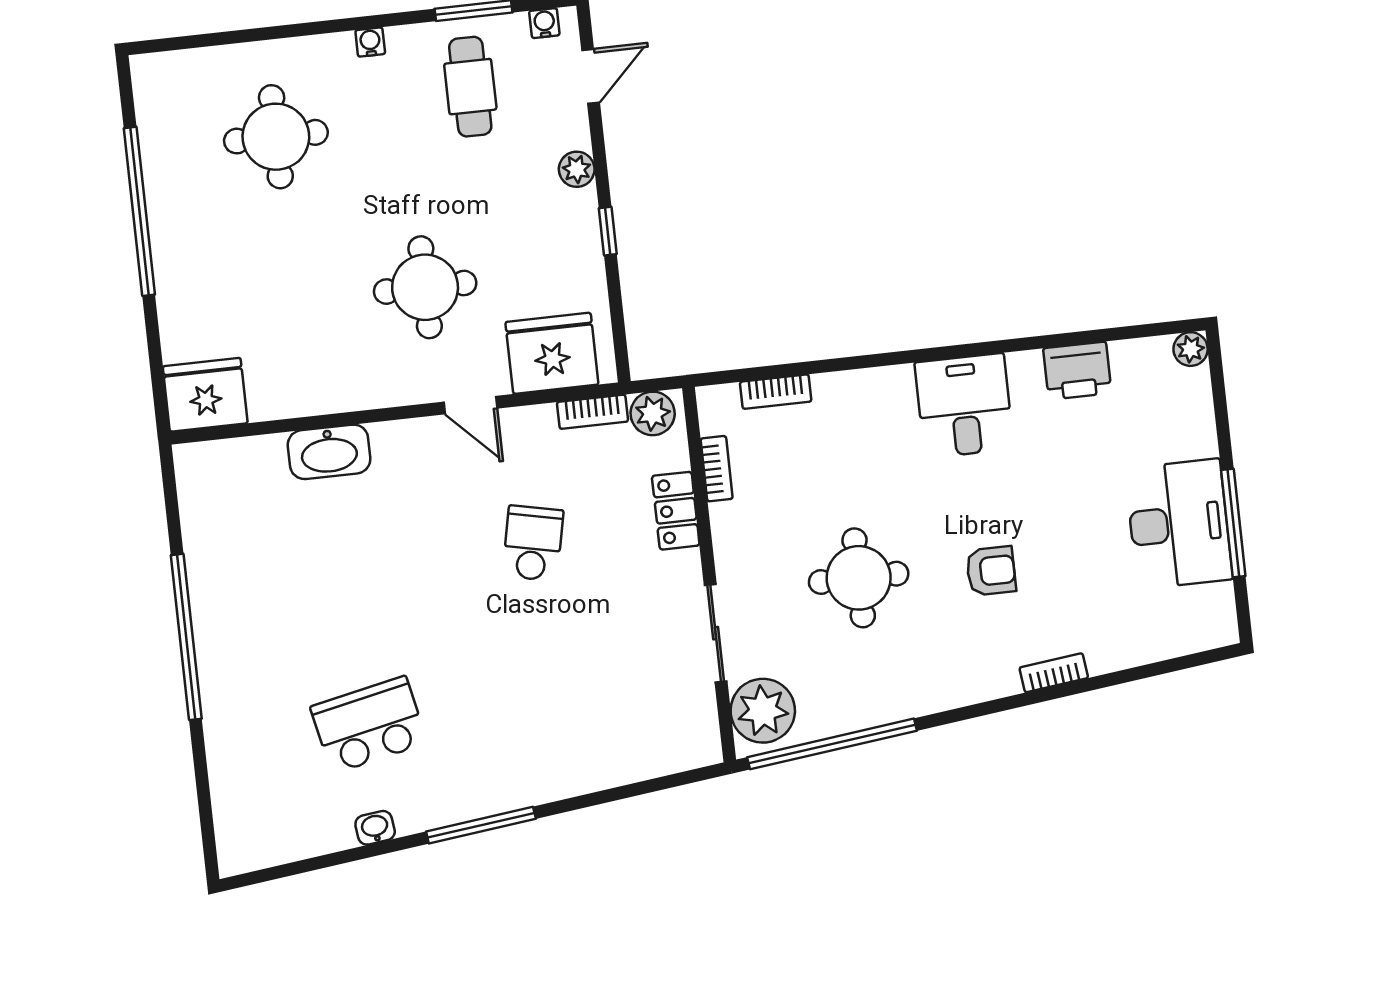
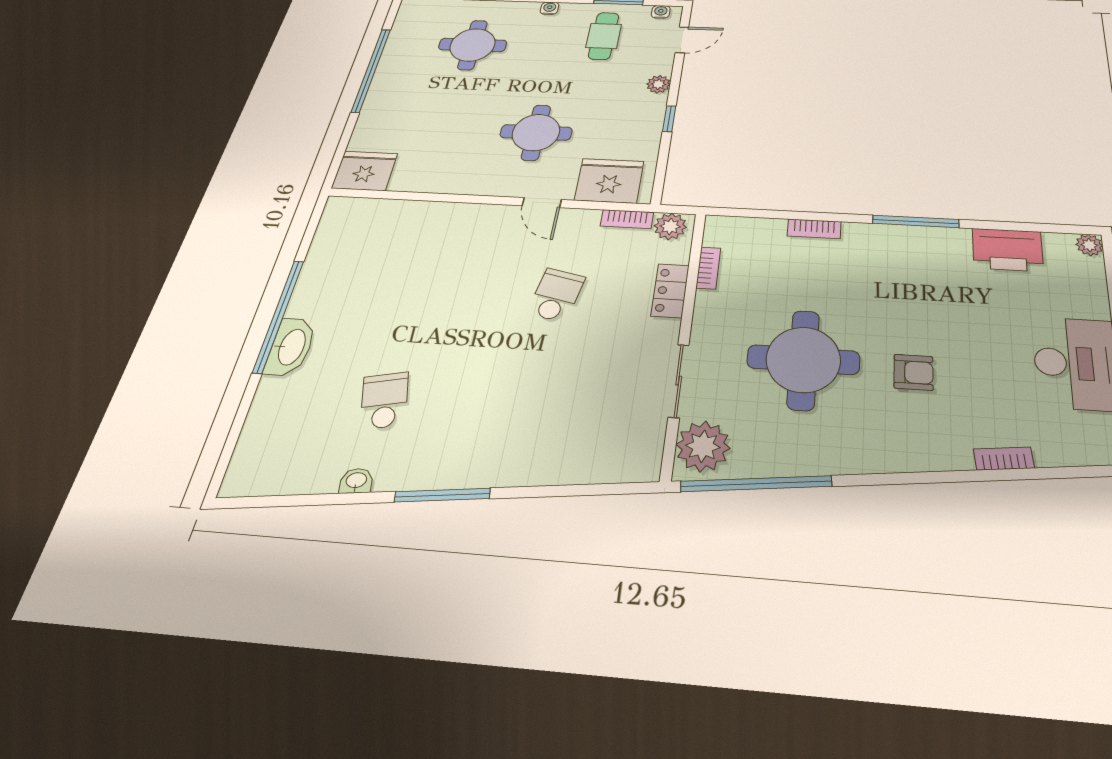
window: (970, 350) -> (916, 221), added
printer: (1077, 371) -> (1008, 250), width x1.37, depth x1.19
bookcase: (776, 392) -> (814, 229), moved
desk: (964, 406) -> (907, 256), removed
washbasin: (329, 452) -> (291, 347), moved, turned -90
round table: (859, 578) -> (803, 360), width x1.36, depth x1.36
bookcase: (1054, 673) -> (1004, 459), moved
school desk: (369, 725) -> (384, 401), width x0.54

